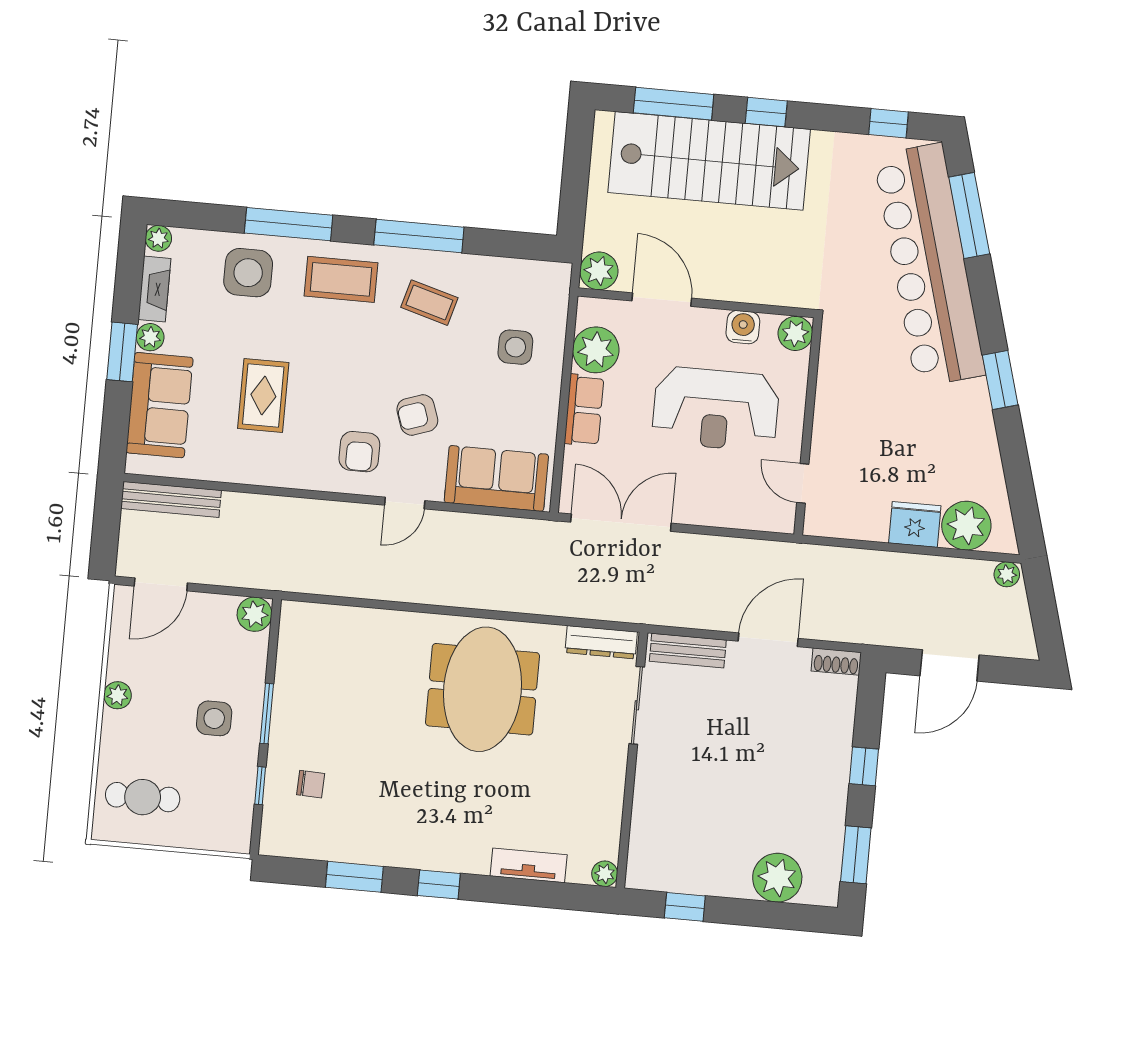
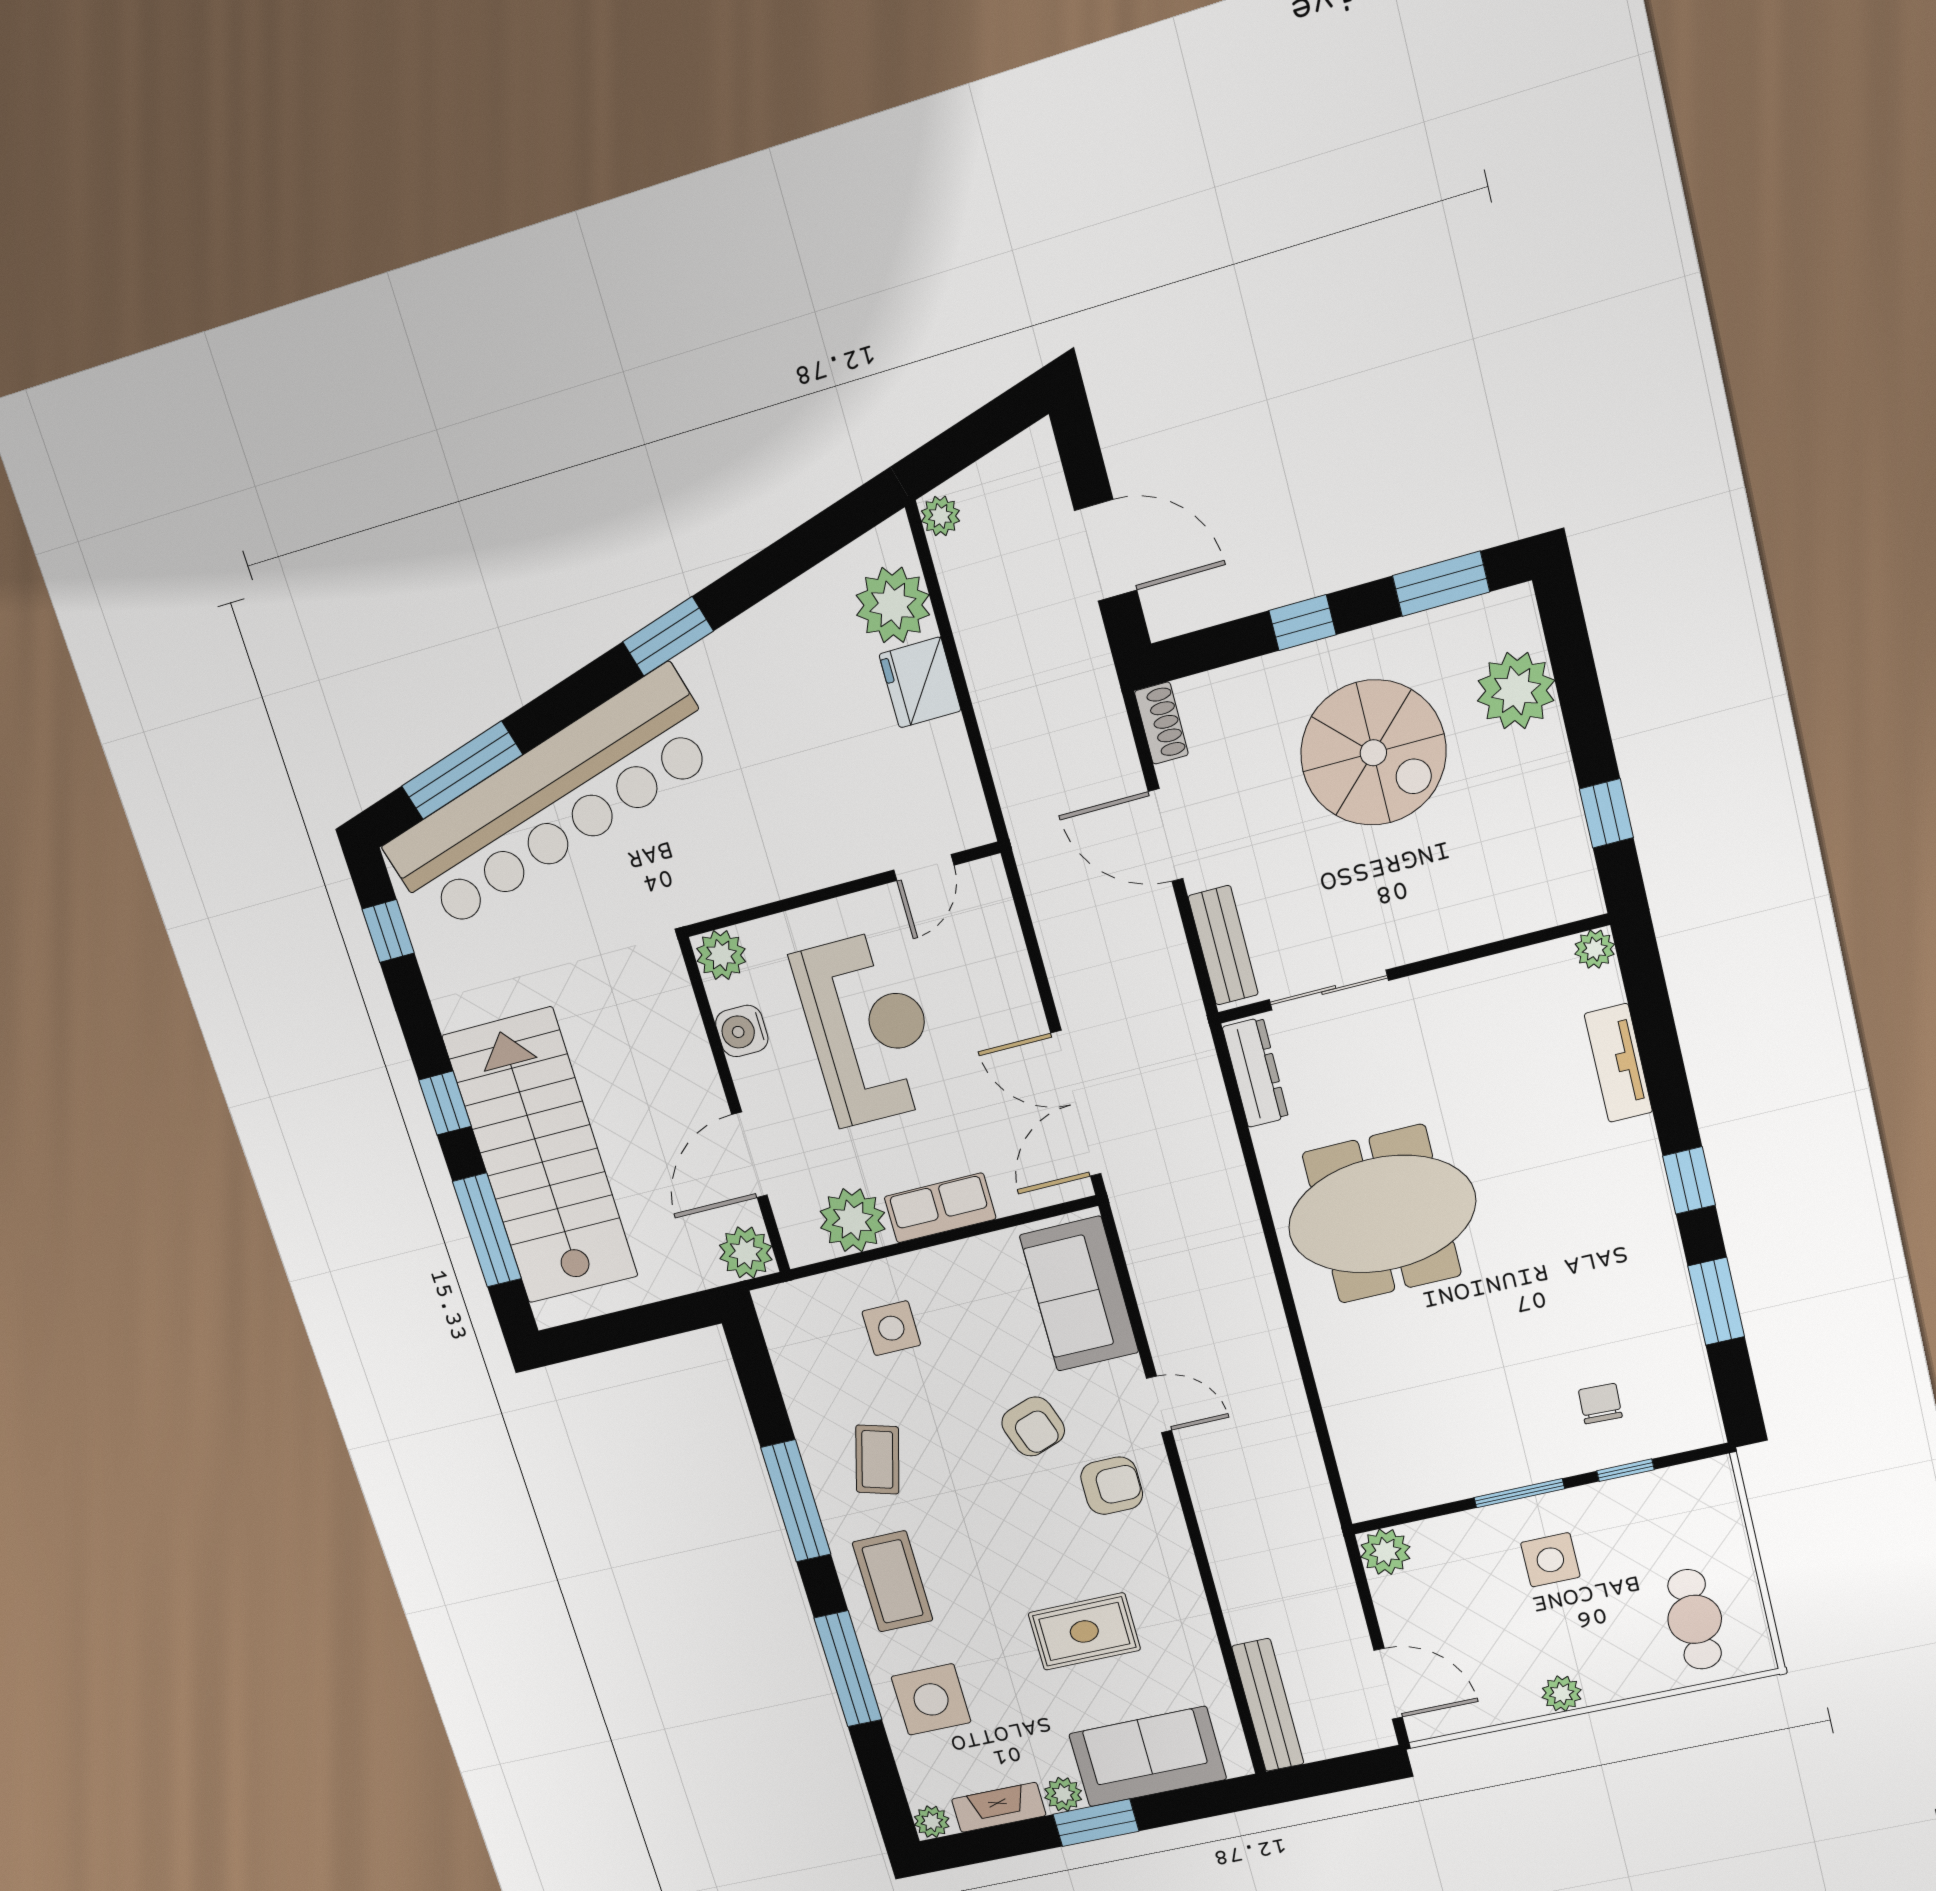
spiral stairs: (772, 782) -> (1373, 753), added

